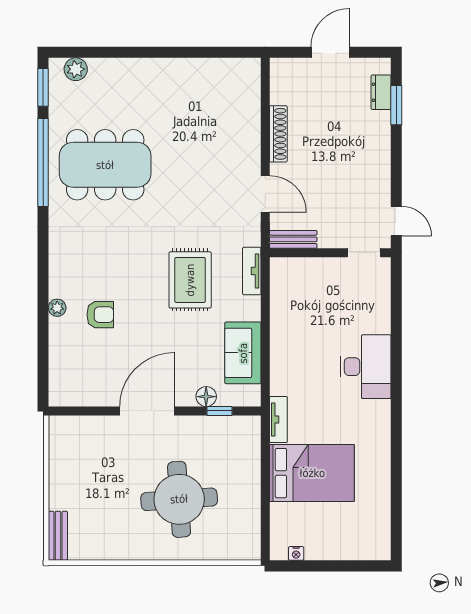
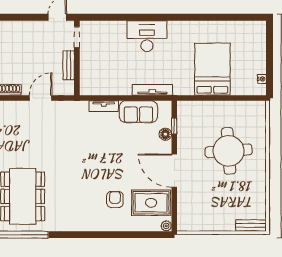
bench: (293, 239) -> (69, 65), moved
tv unit: (252, 271) -> (104, 106), moved
rug: (190, 280) -> (151, 203), moved
plant: (57, 308) -> (166, 226), moved
tv unit: (278, 420) -> (152, 90), moved, width x1.41

